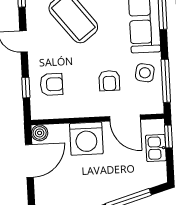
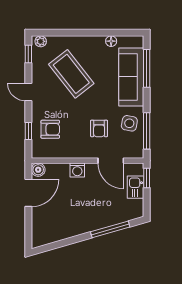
washing machine: (86, 139) -> (77, 170), width x0.53, depth x0.53

